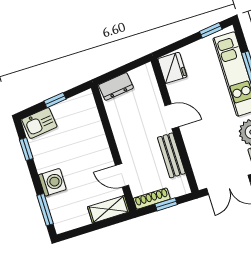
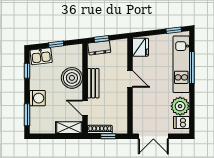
window: (115, 73) -> (101, 39), added
boiler: (91, 140) -> (72, 78), added
bench: (171, 155) -> (93, 83), moved

